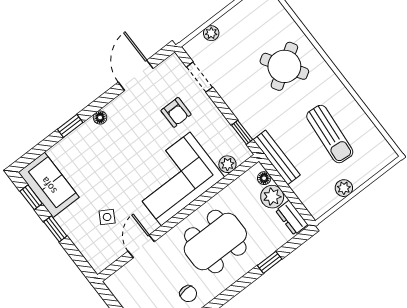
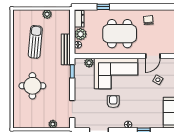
round table: (284, 66) -> (32, 86), turned 32
armchair: (176, 112) -> (113, 102), moved

